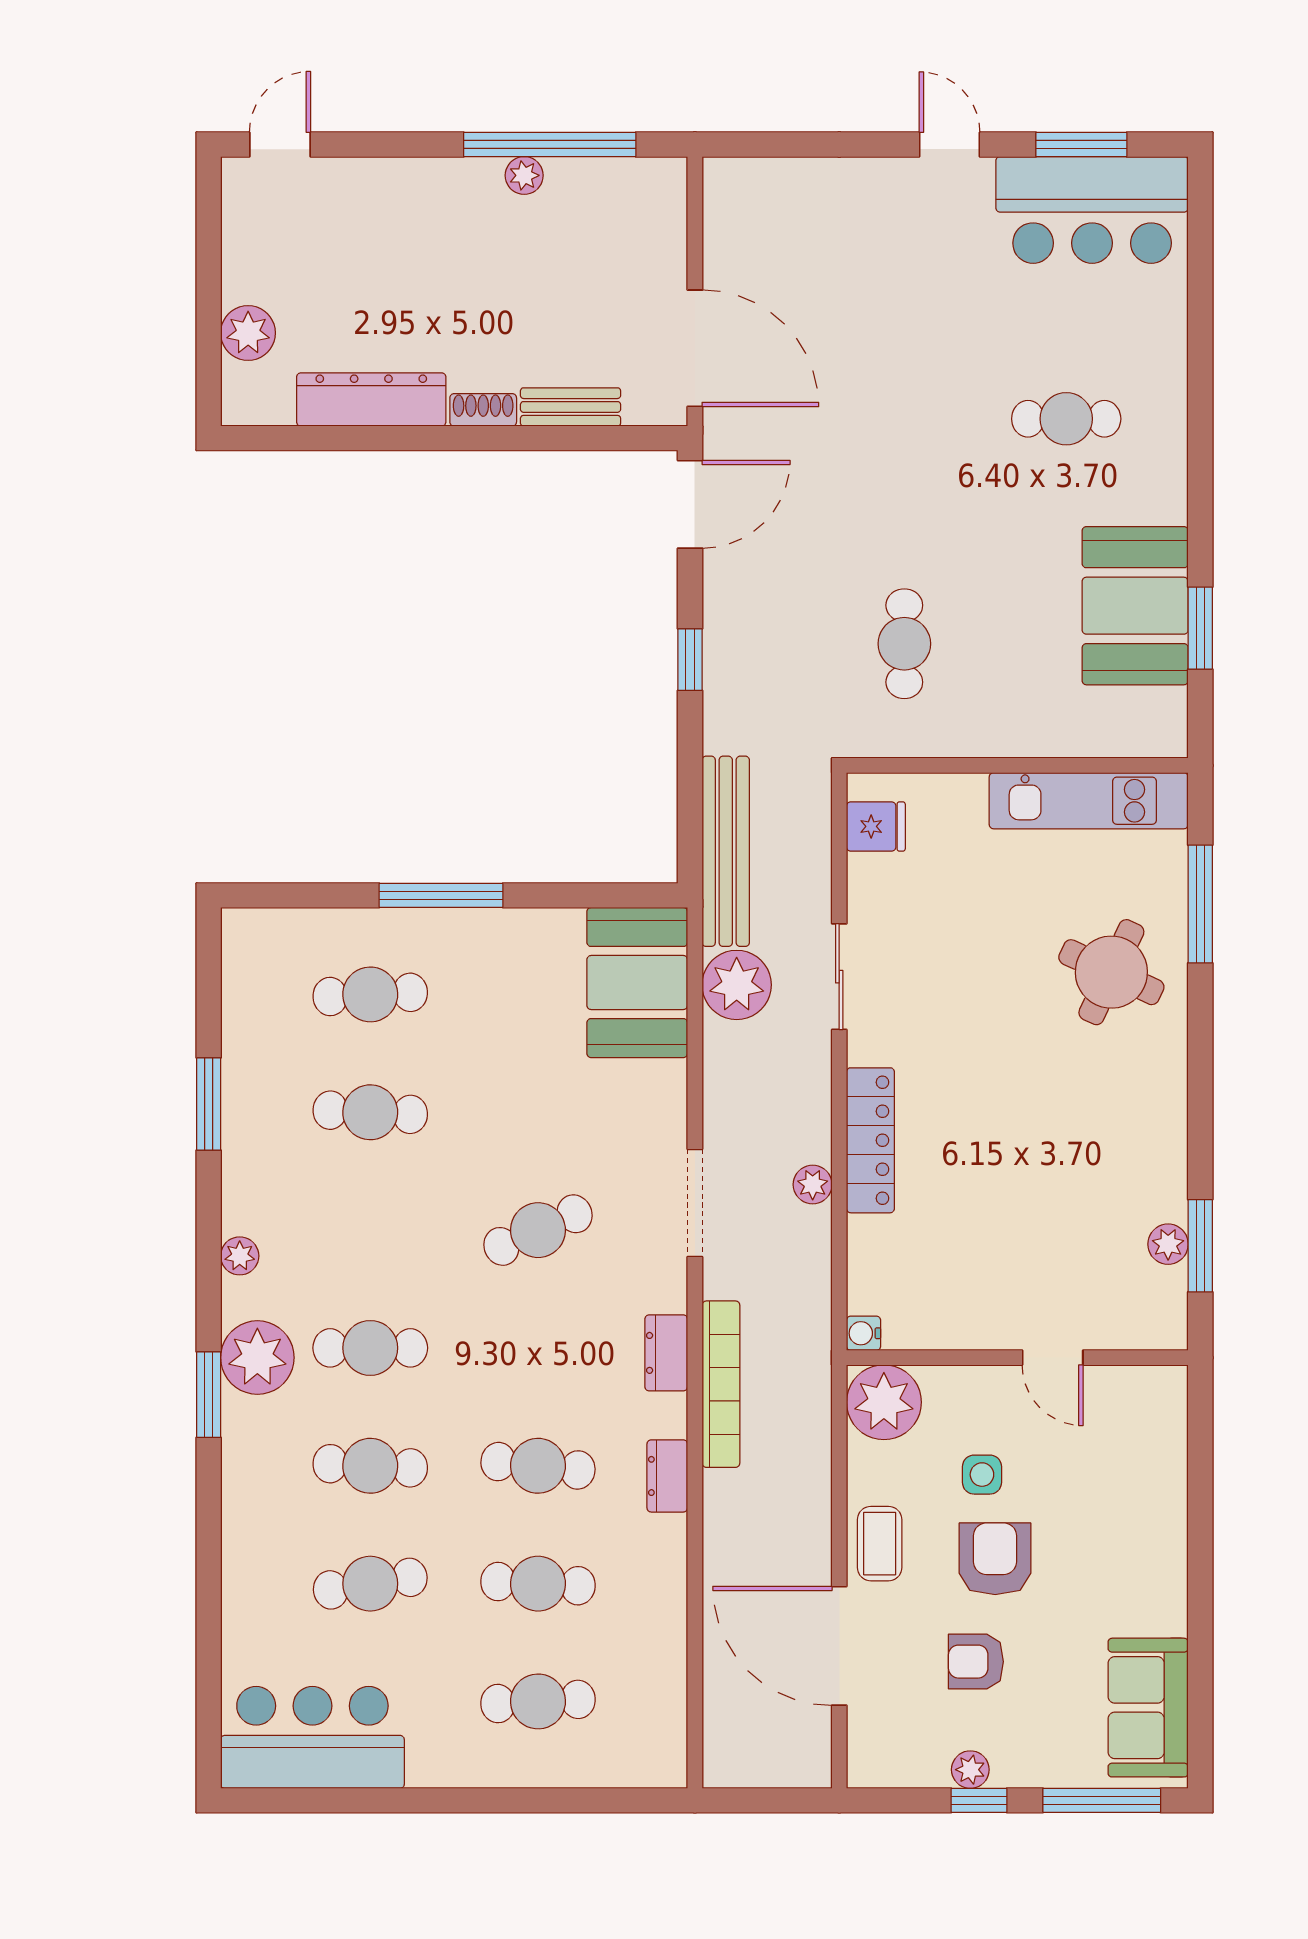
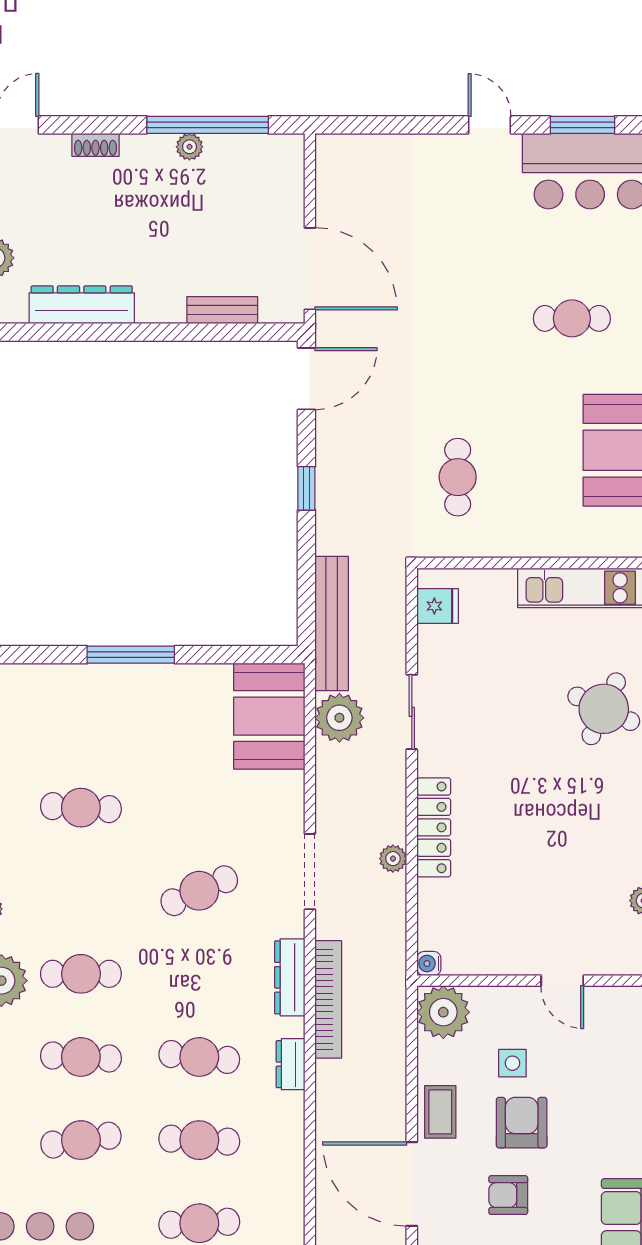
shoe rack: (483, 410) -> (95, 145), moved, turned 180
cafe table: (370, 994) -> (81, 724), removed
dresser: (666, 1353) -> (290, 977), width x1.44

